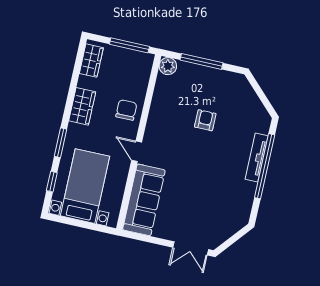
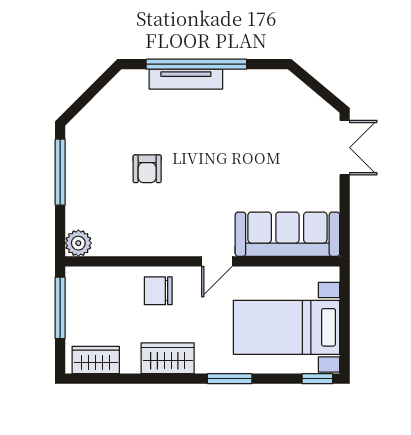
window: (201, 61) -> (60, 172), moved
armchair: (205, 120) -> (147, 169), turned -90
window: (52, 182) -> (317, 379), moved

